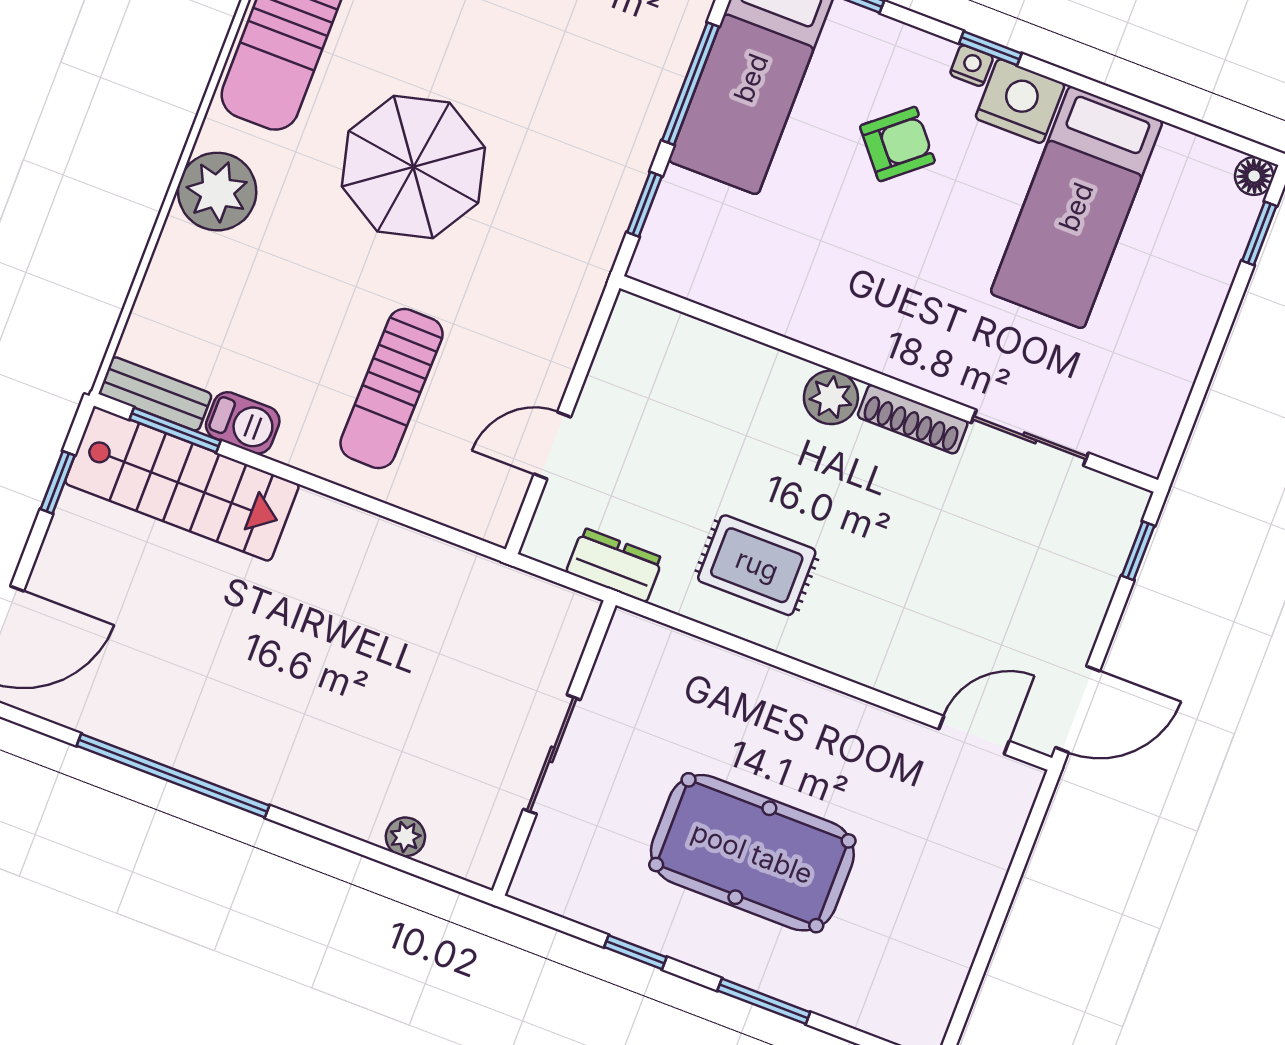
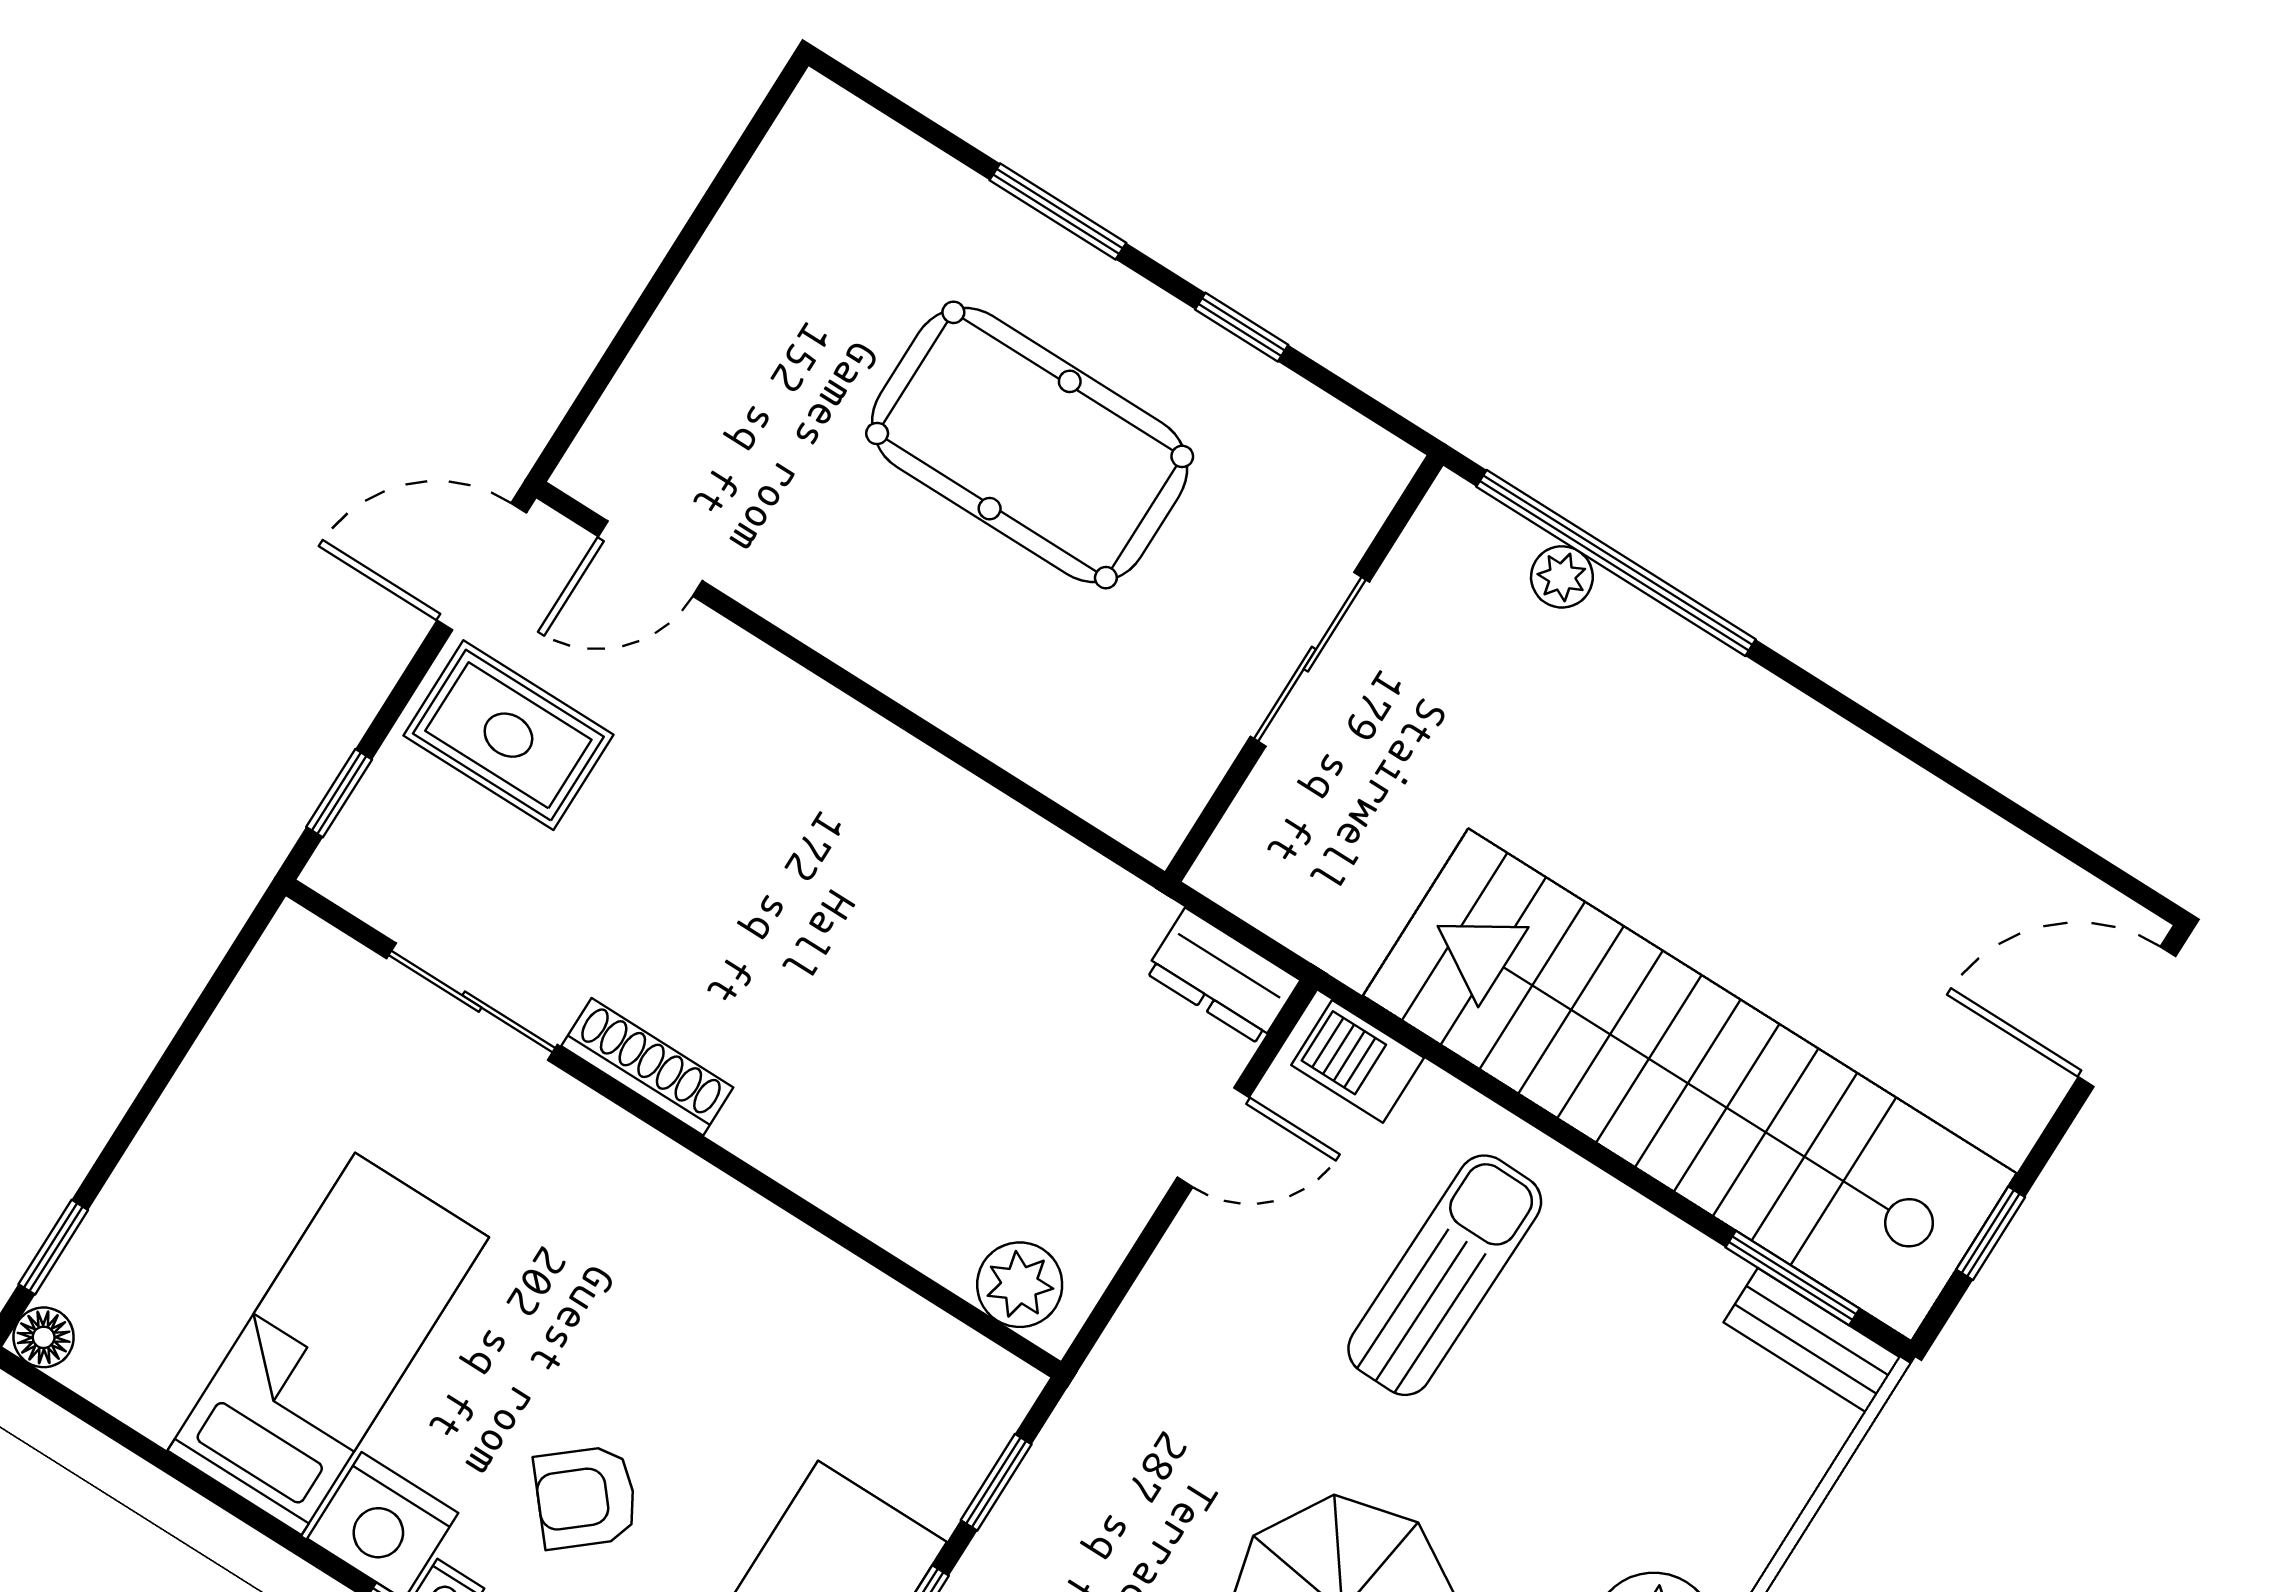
plant: (831, 397) -> (1020, 1285), moved
barbecue: (243, 423) -> (1358, 1061), moved
stairs: (182, 484) -> (1690, 1085), width x1.86, depth x1.51
dresser: (615, 565) -> (1223, 976), moved
rug: (757, 565) -> (508, 735), moved
window: (173, 776) -> (1616, 563), moved

